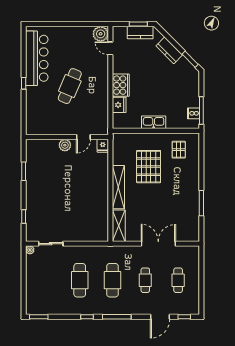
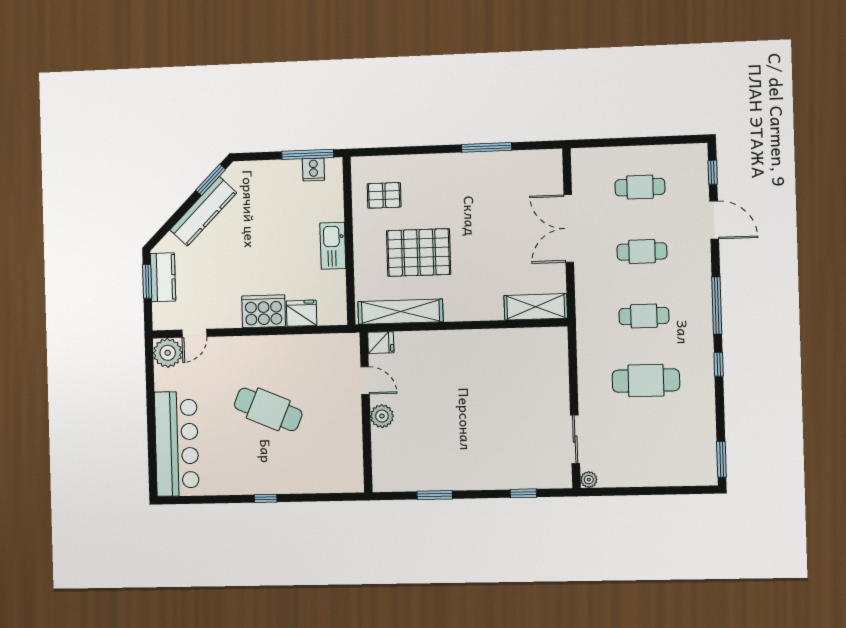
kitchen counter: (169, 50) -> (203, 211), width x1.50
bar counter: (37, 58) -> (177, 444), moved, turned 90
shelving: (118, 187) -> (401, 312), moved
cafe table: (112, 280) -> (644, 316), width x0.73, depth x0.74

